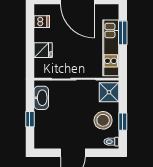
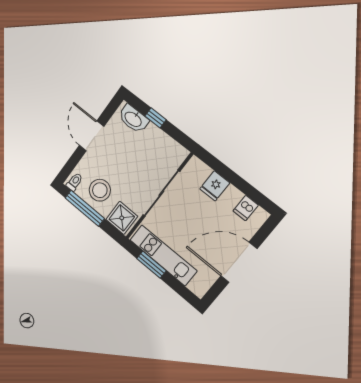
window: (123, 33) -> (151, 265), moved
washbasin: (41, 98) -> (133, 119), moved
window: (123, 122) -> (85, 208), width x2.17

